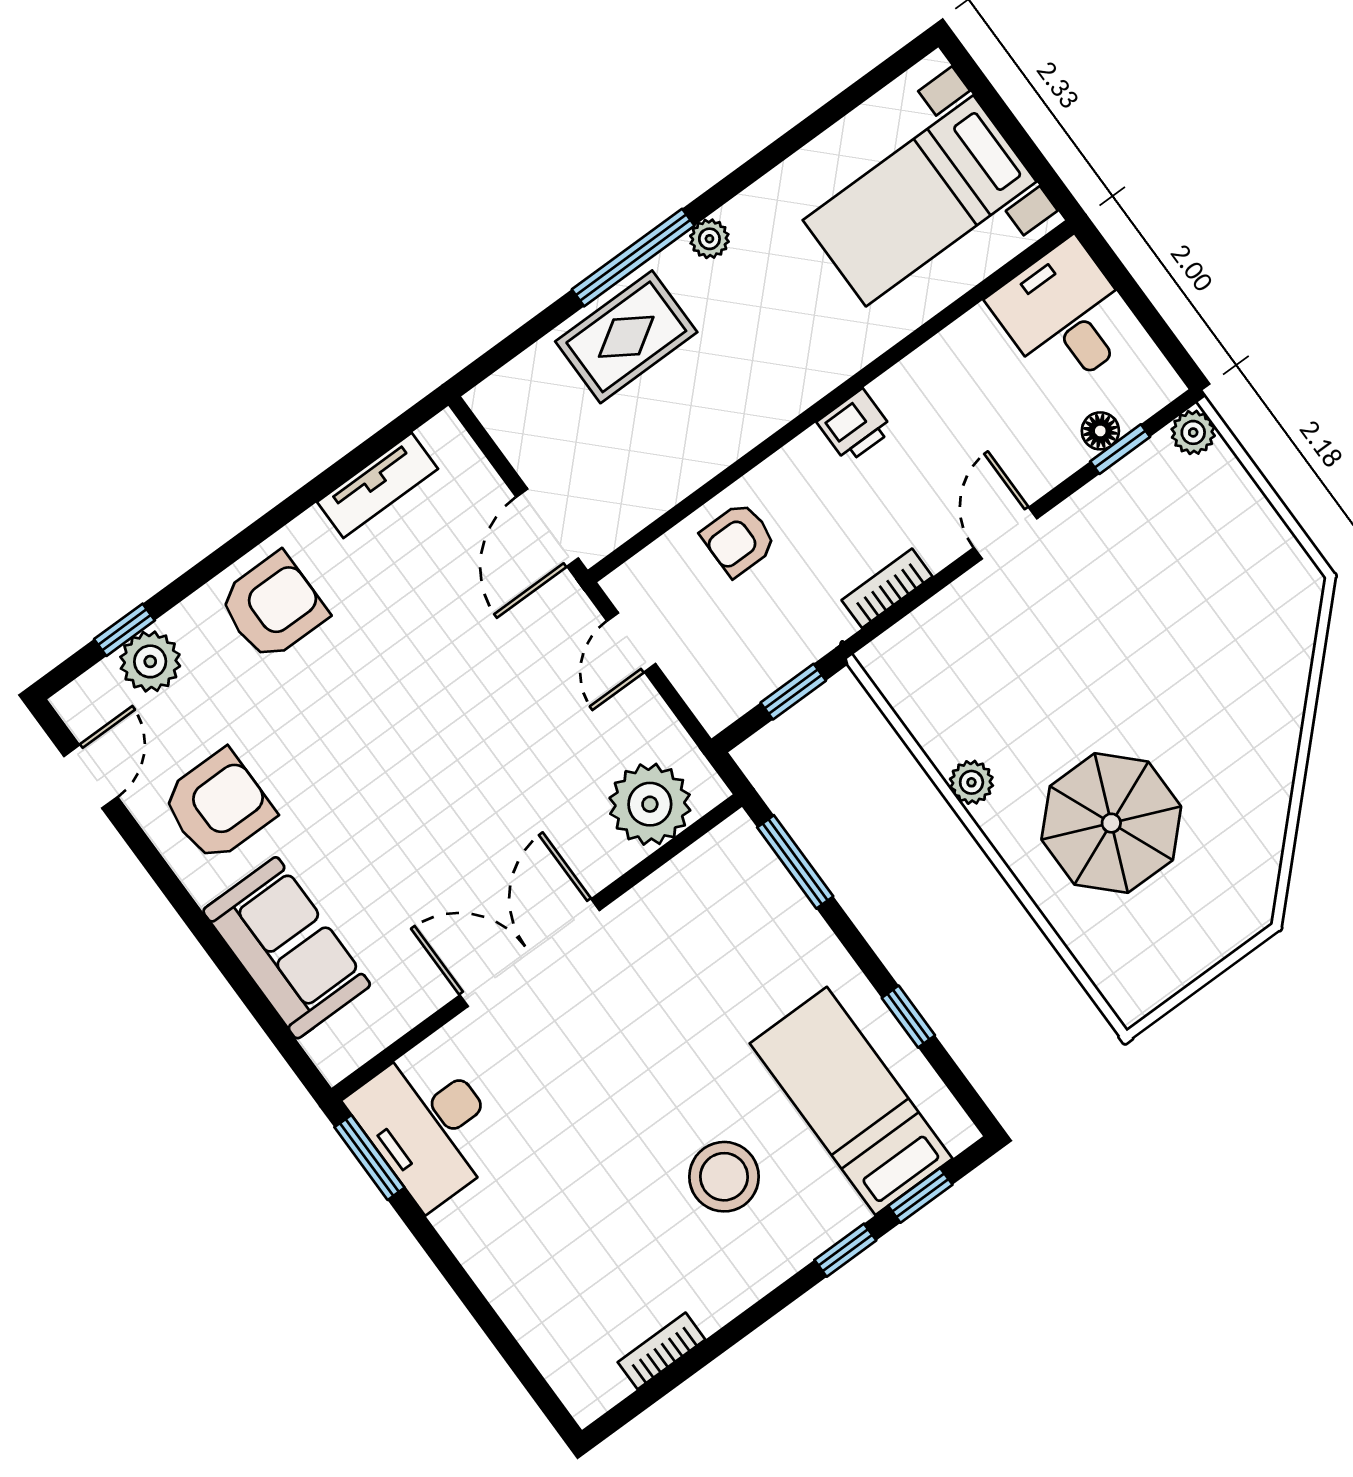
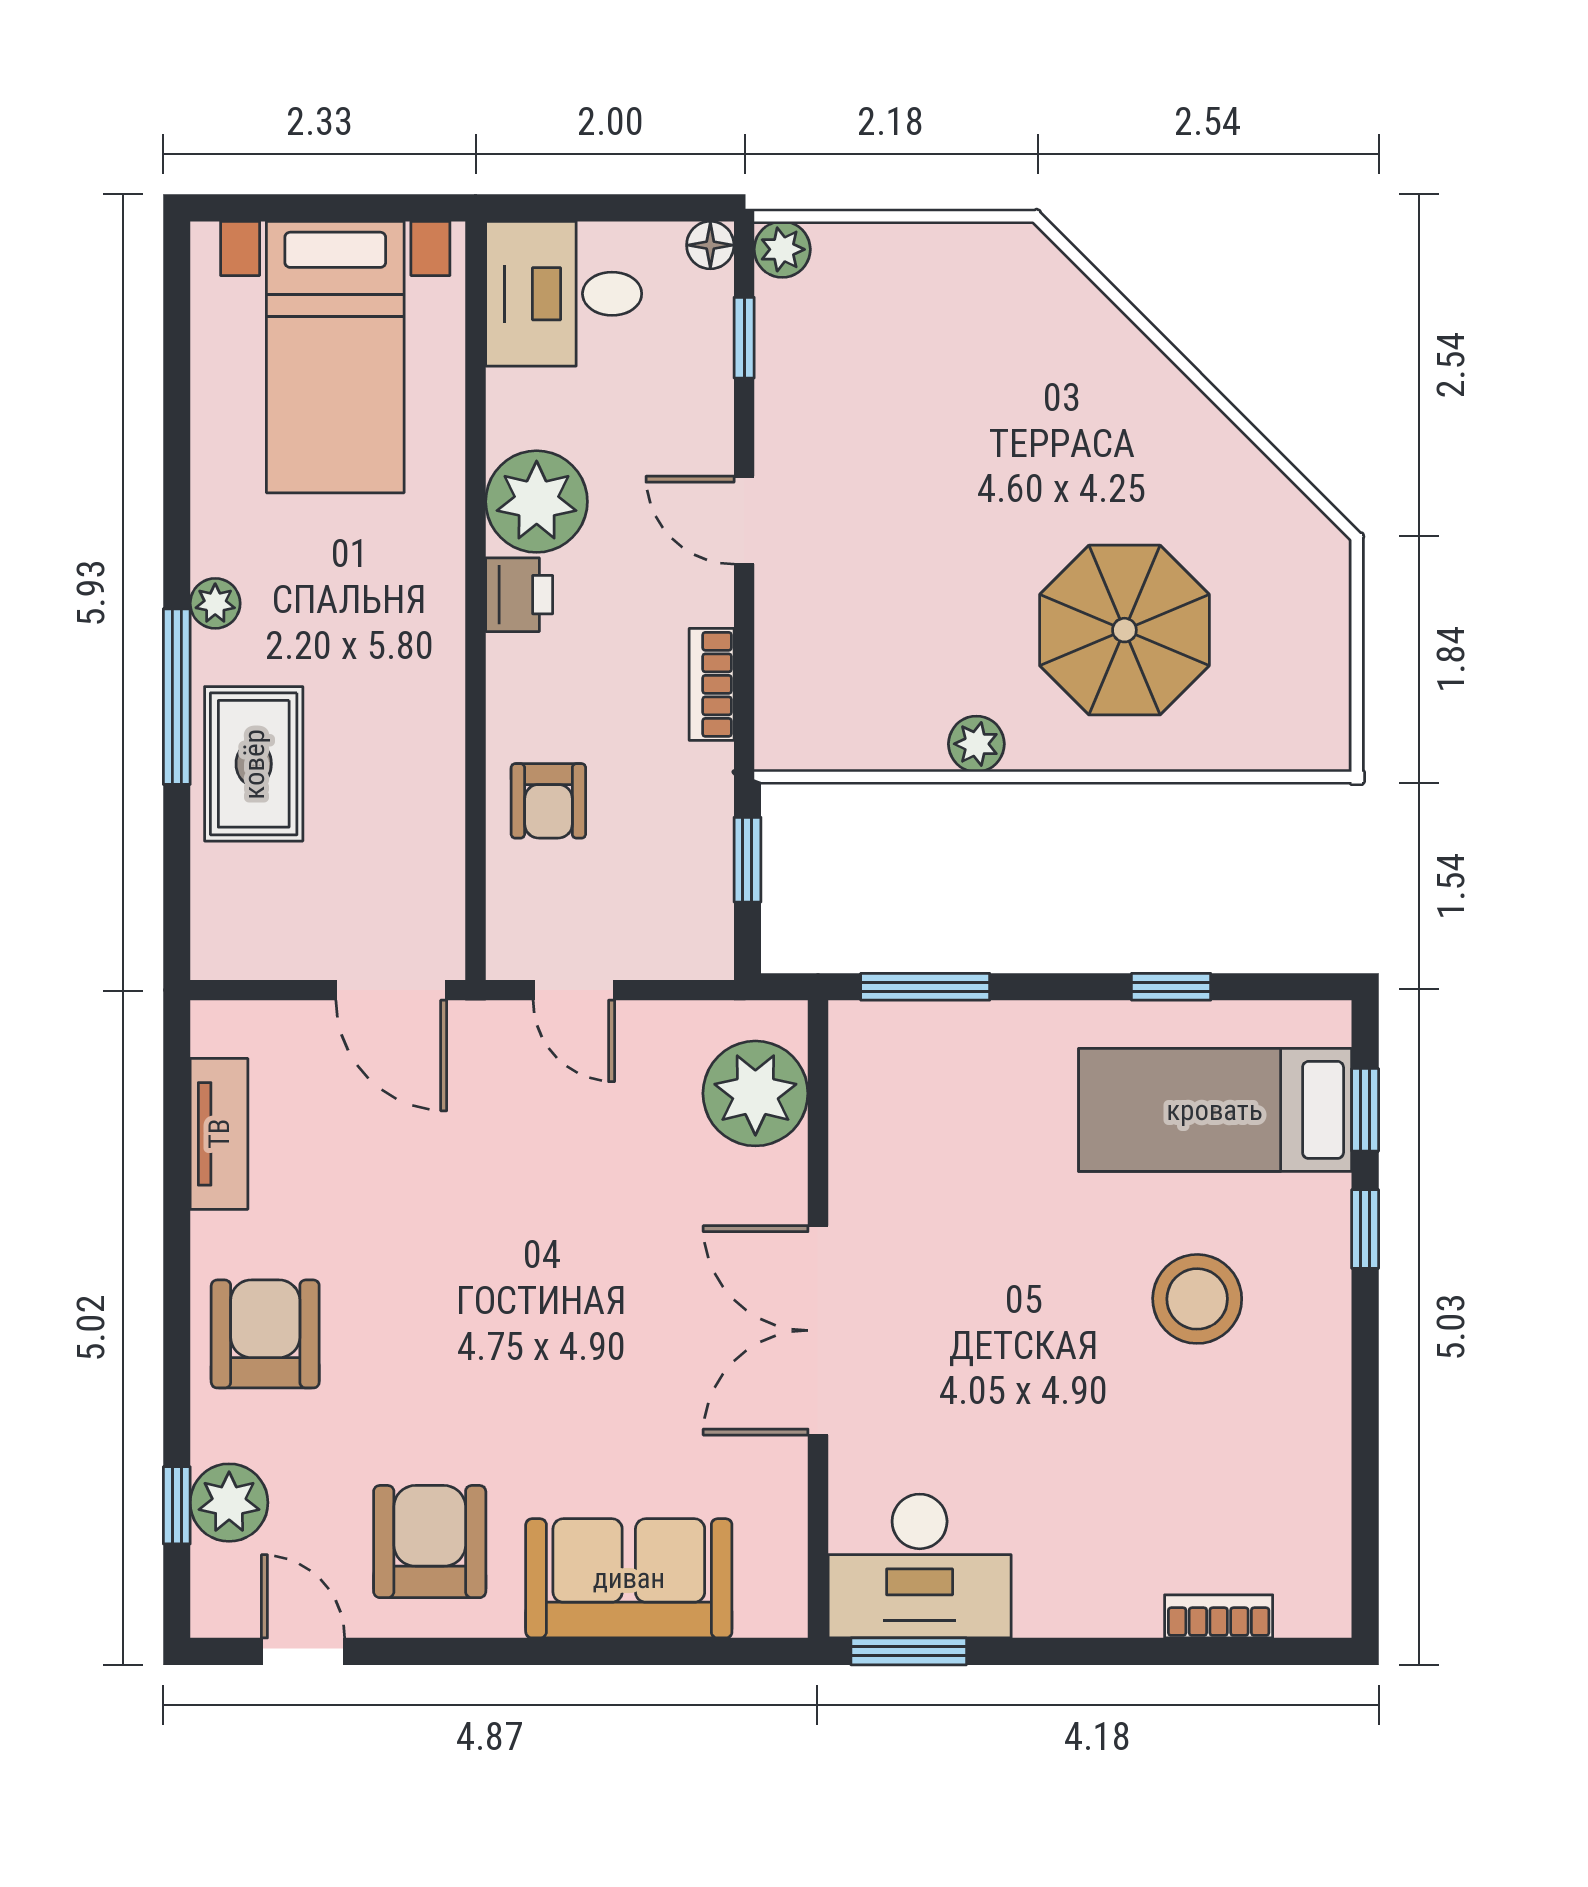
plant: (921, 394) -> (537, 502), added
floor lamp: (1100, 431) -> (710, 245), moved
bookcase: (662, 1351) -> (1219, 1616), moved, turned 90

